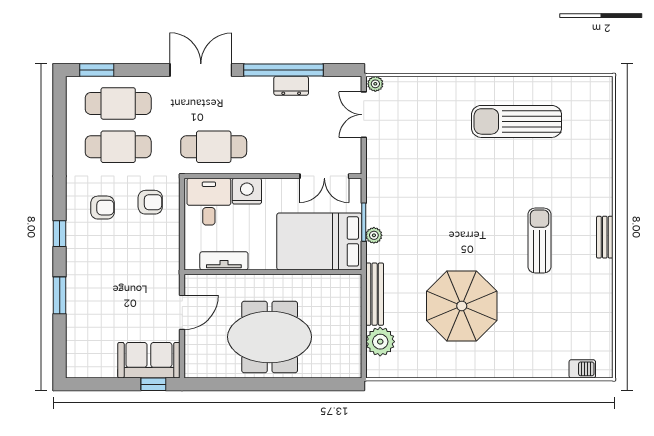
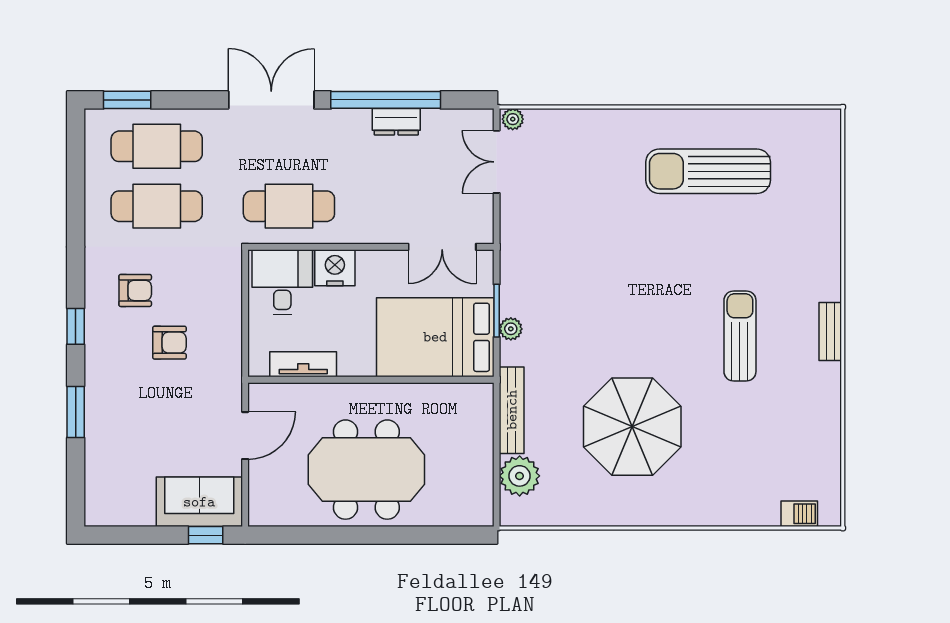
armchair: (150, 202) -> (169, 343), moved

